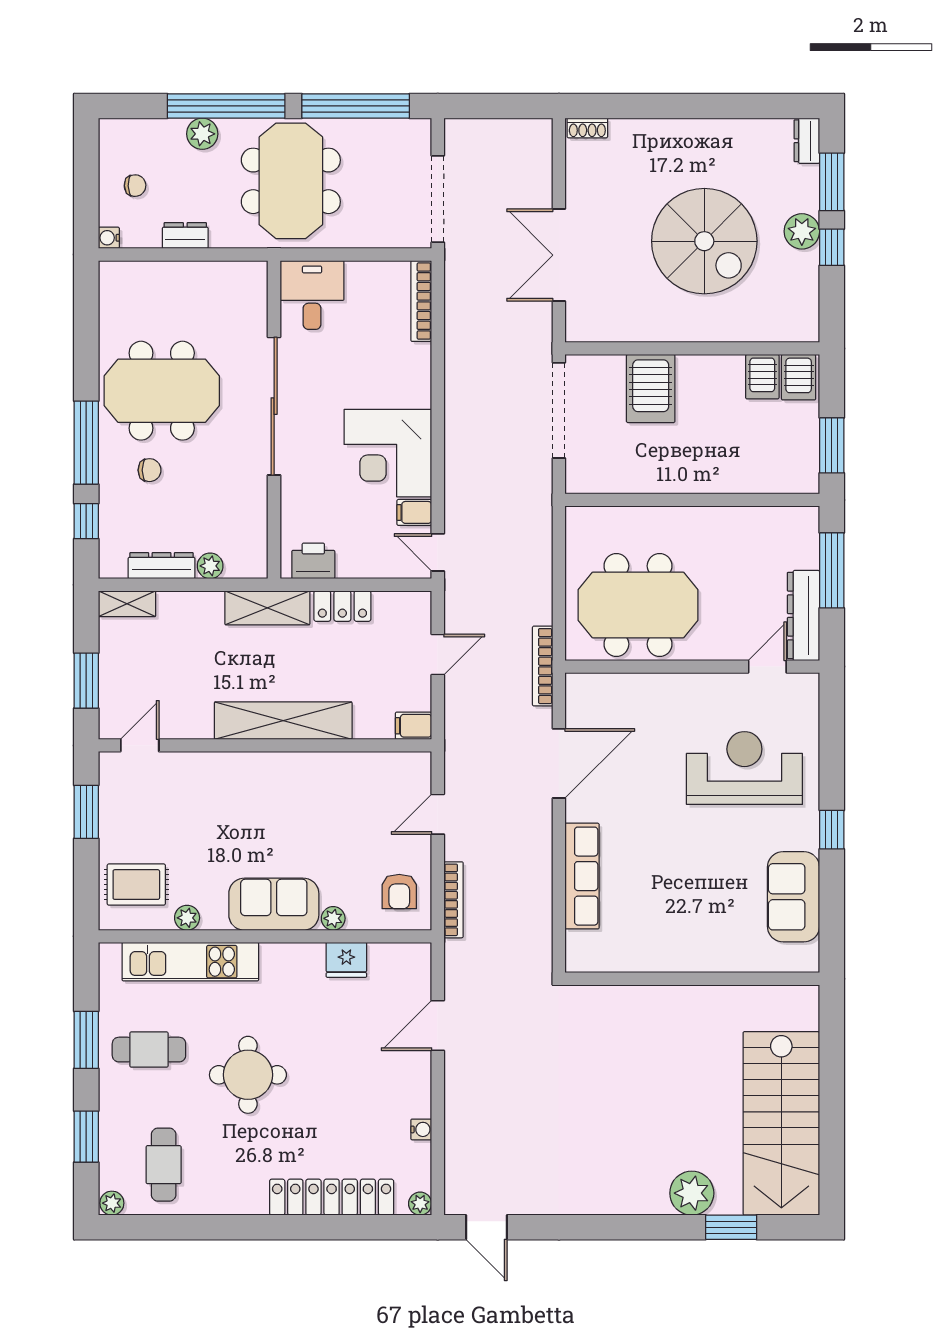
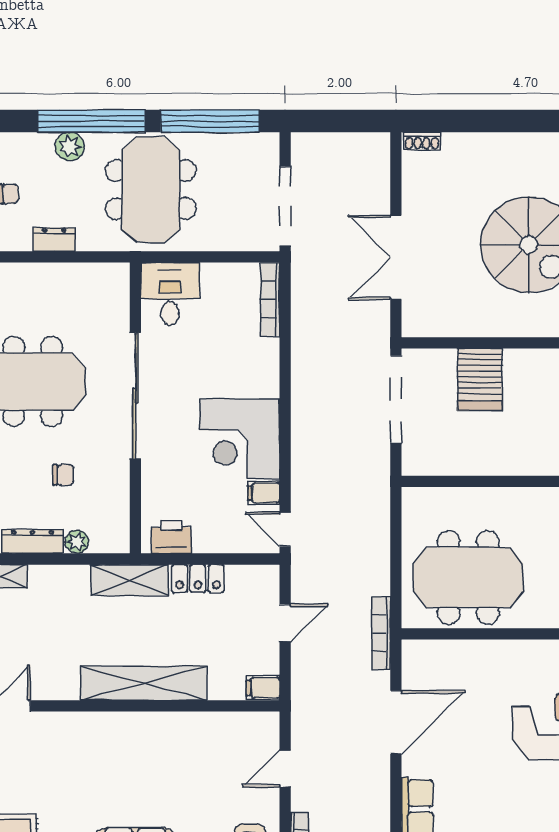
chair: (150, 470) -> (63, 475), moved

